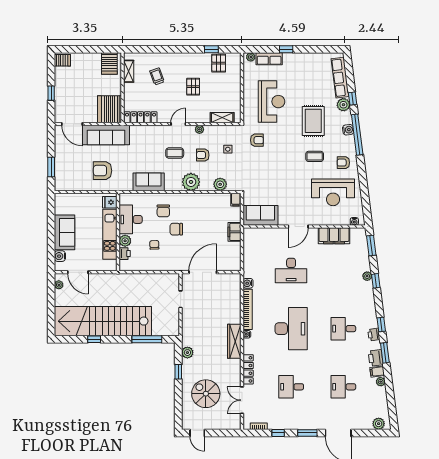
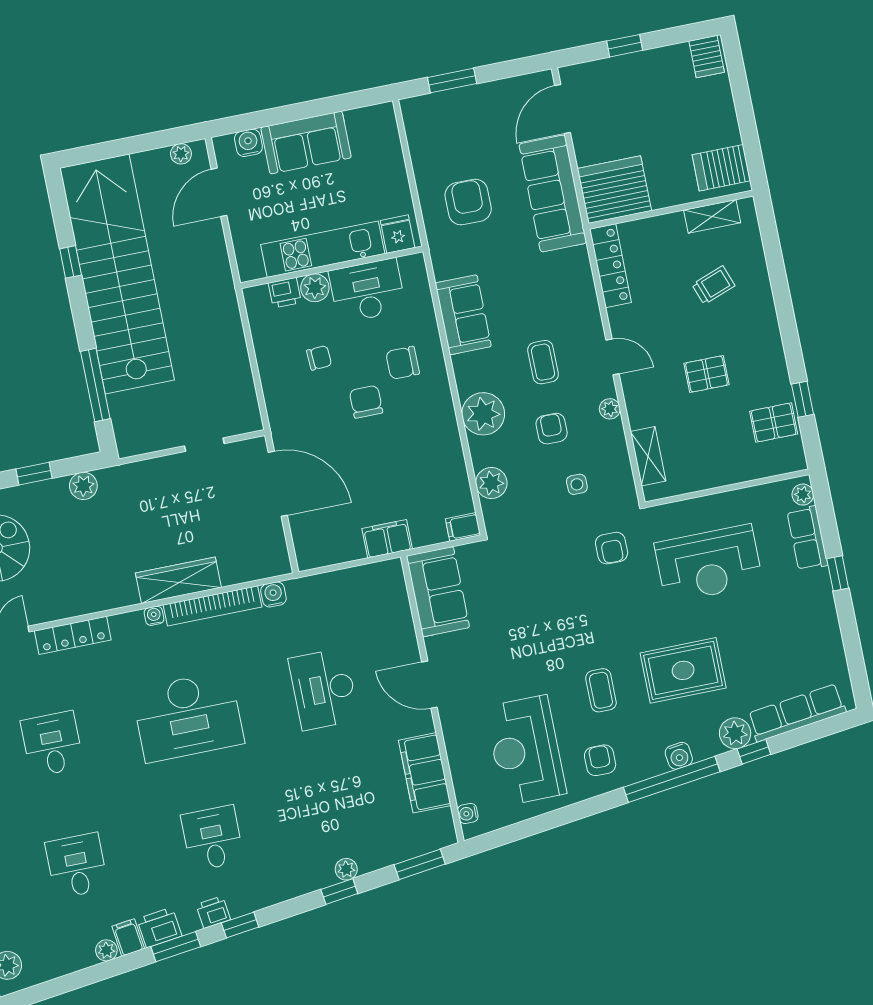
wardrobe: (234, 341) -> (178, 580), moved

